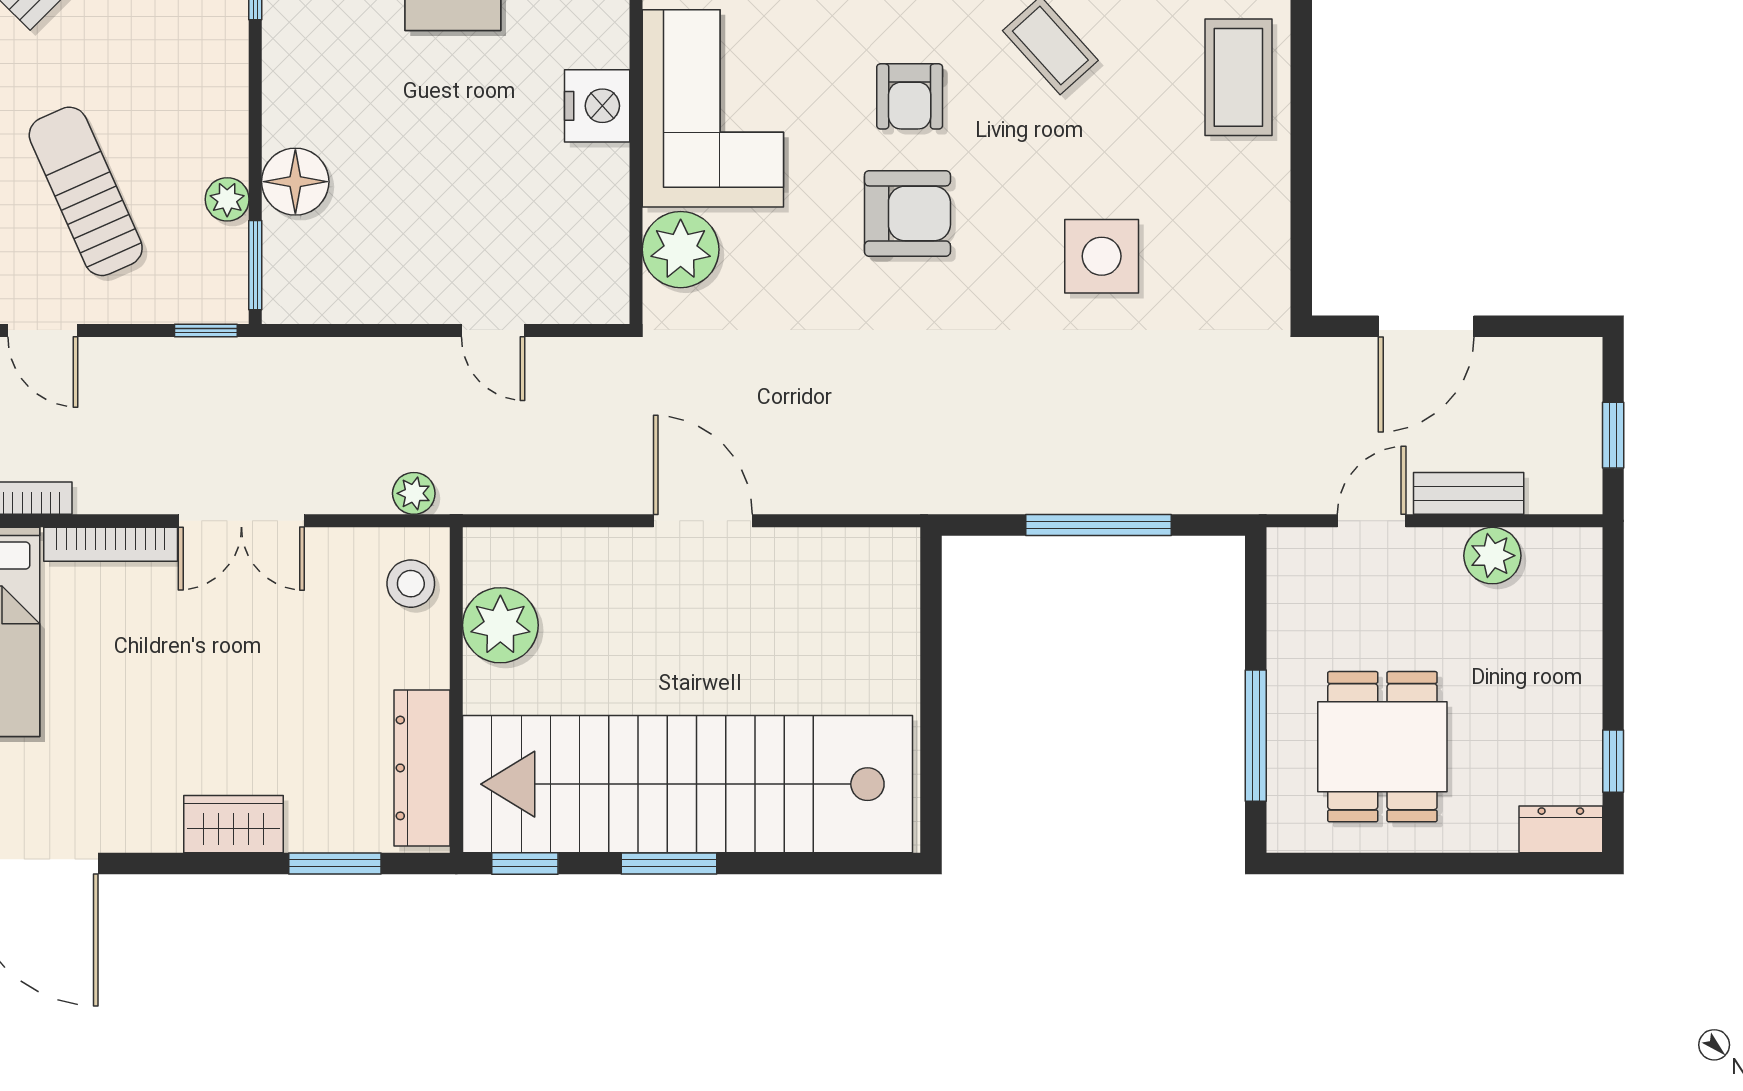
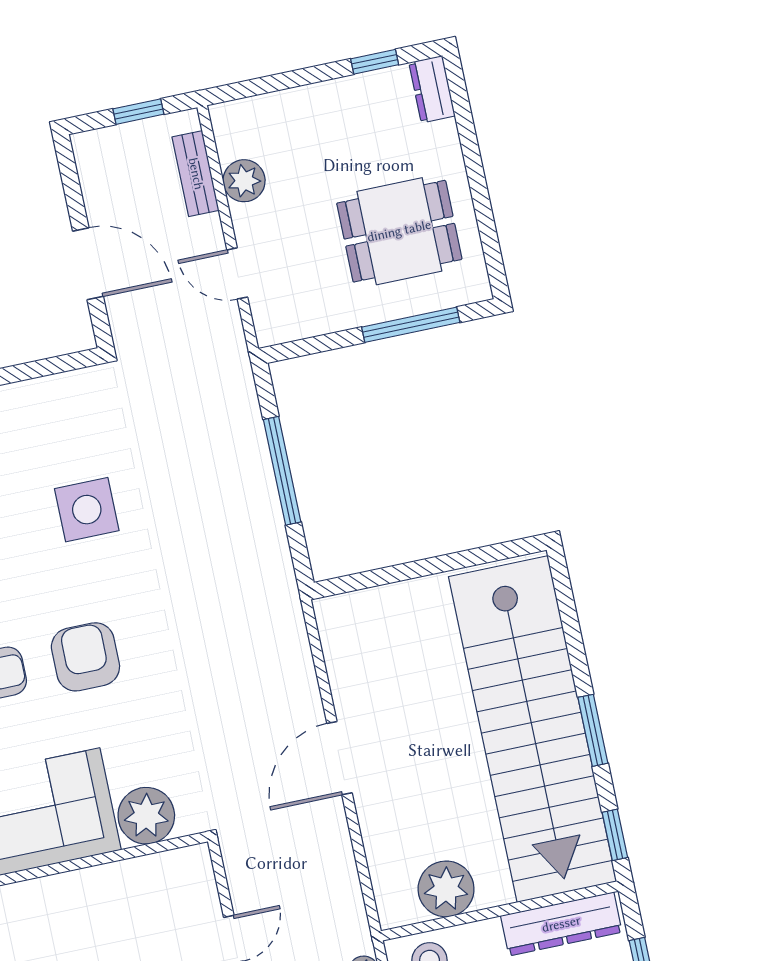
nightstand: (597, 106) -> (55, 898), removed
bench: (1469, 493) -> (196, 174), moved

